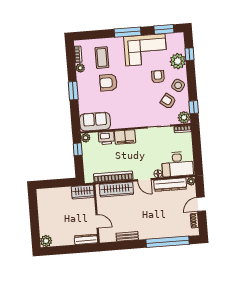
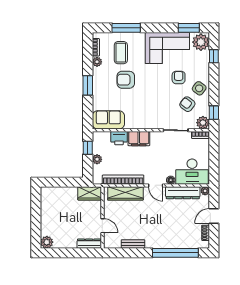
window: (128, 32) -> (126, 28), moved
plant: (178, 61) -> (201, 42), moved
plant: (86, 138) -> (97, 159), moved

